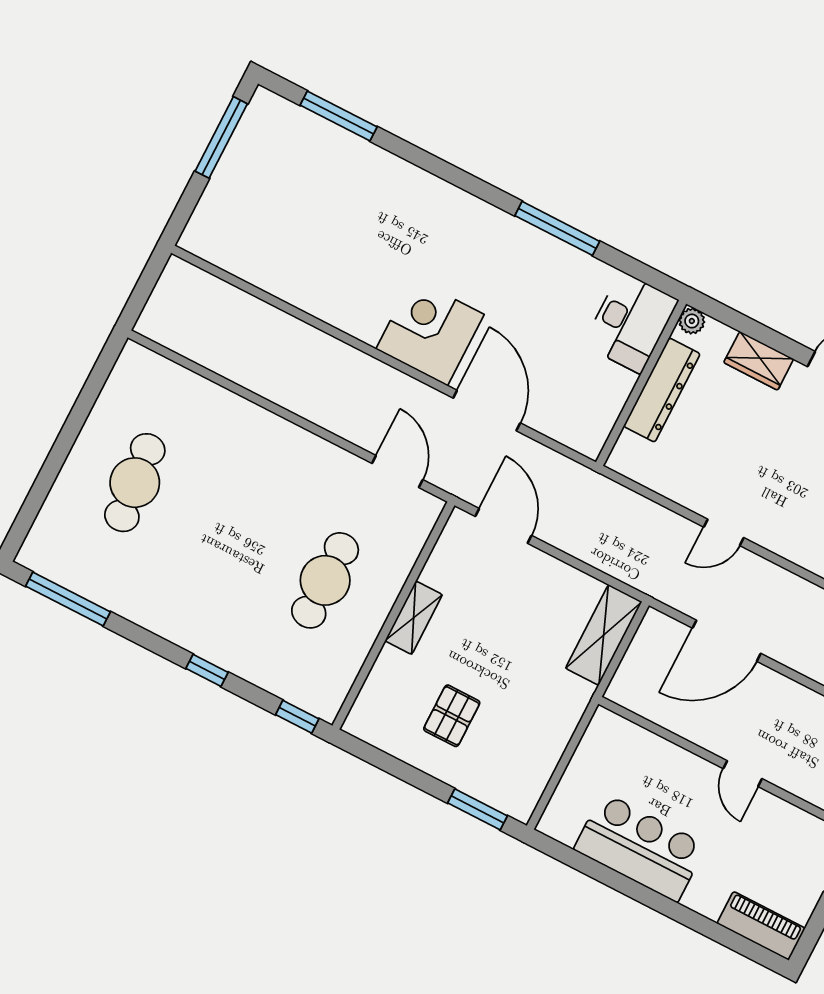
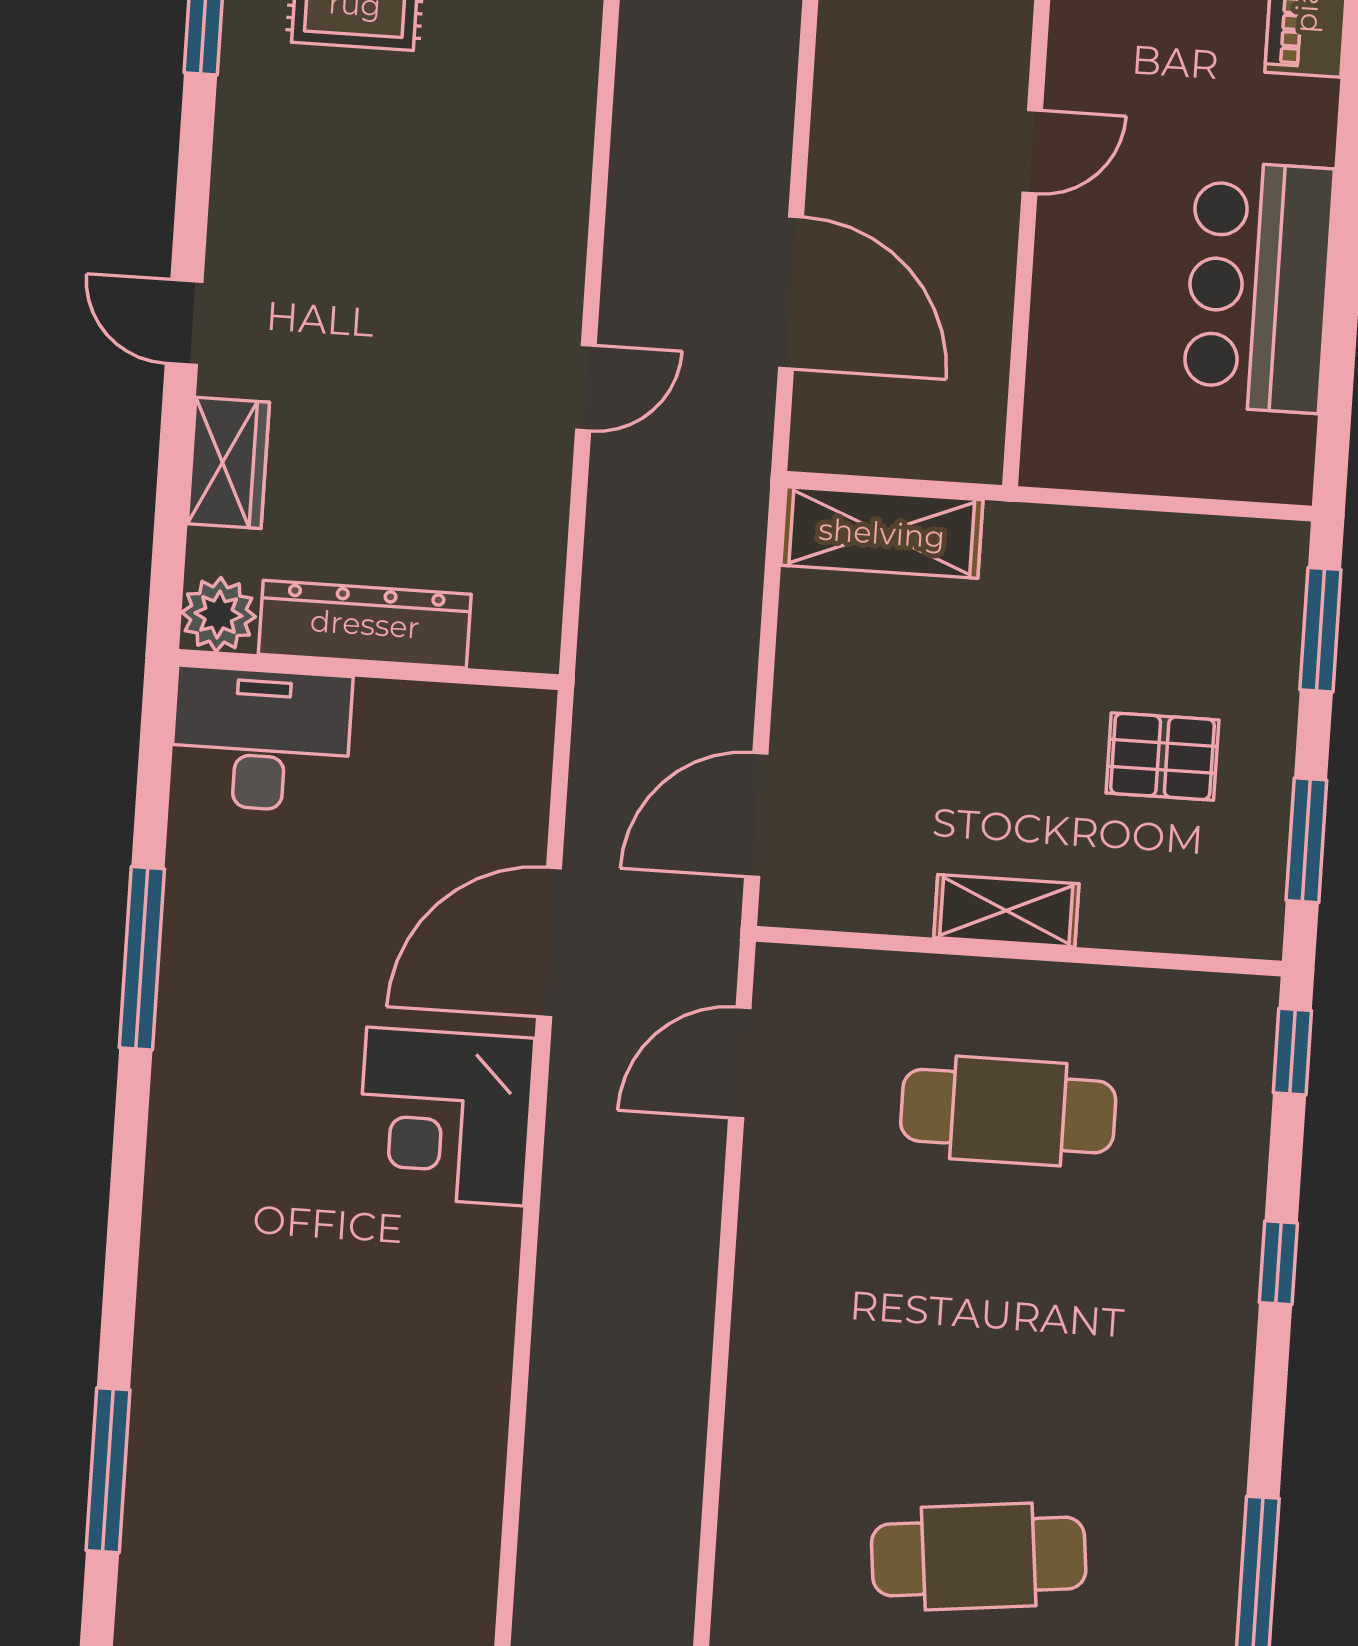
plant: (692, 321) -> (219, 615), width x1.38, depth x1.38
door: (724, 532) -> (586, 388), hinge flipped
window: (387, 763) -> (1306, 840), added

